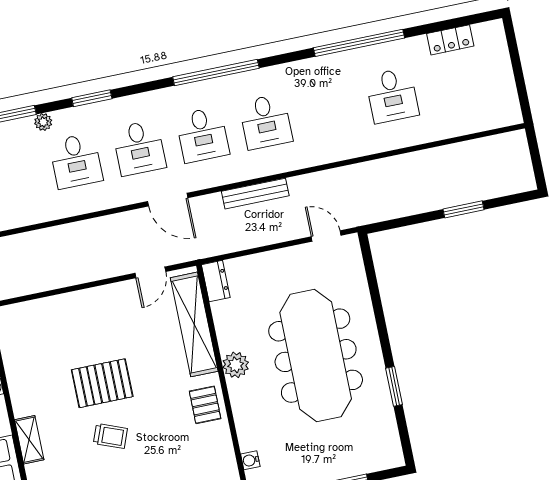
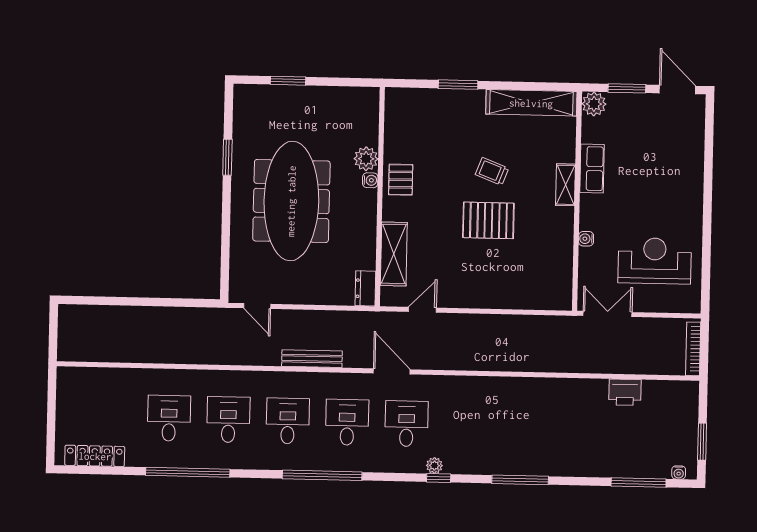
locker: (450, 40) -> (95, 456), width x1.53
window: (92, 98) -> (439, 478), width x0.67
plant: (43, 122) -> (434, 466), moved
desk: (76, 161) -> (228, 420), moved
window: (464, 209) -> (129, 301), removed
shelving: (194, 324) -> (394, 254), width x0.68
plant: (236, 365) -> (366, 159), moved
water cooler: (250, 460) -> (370, 180), moved

